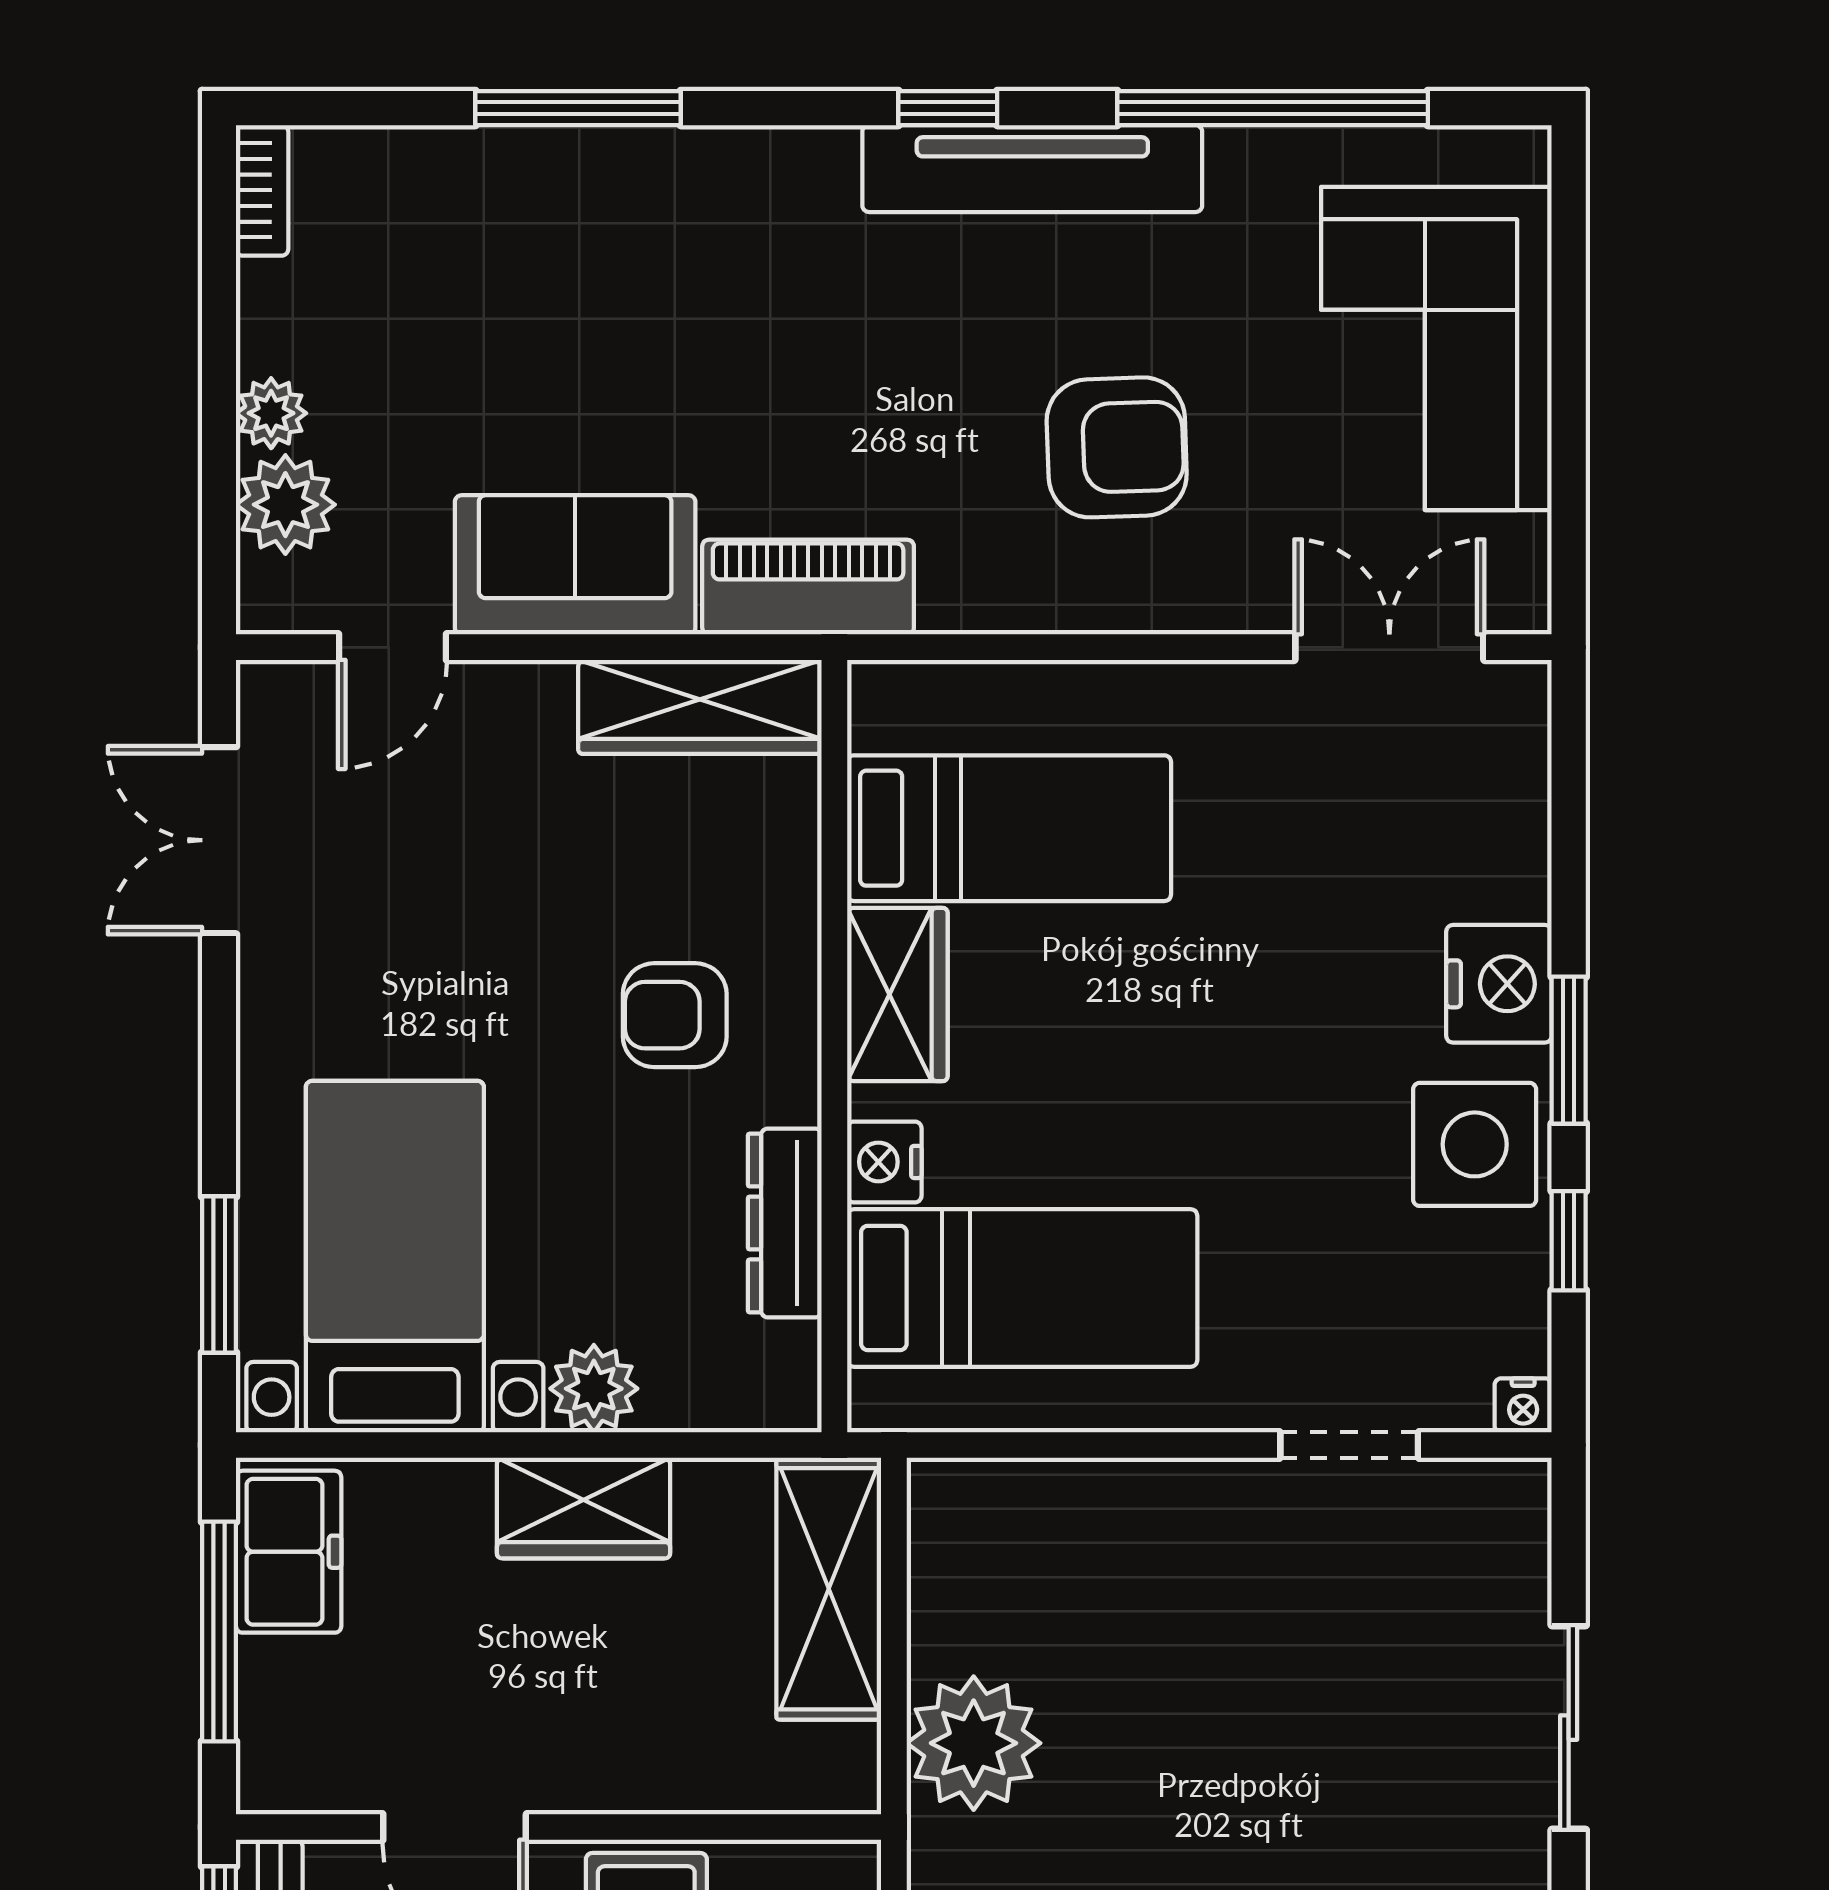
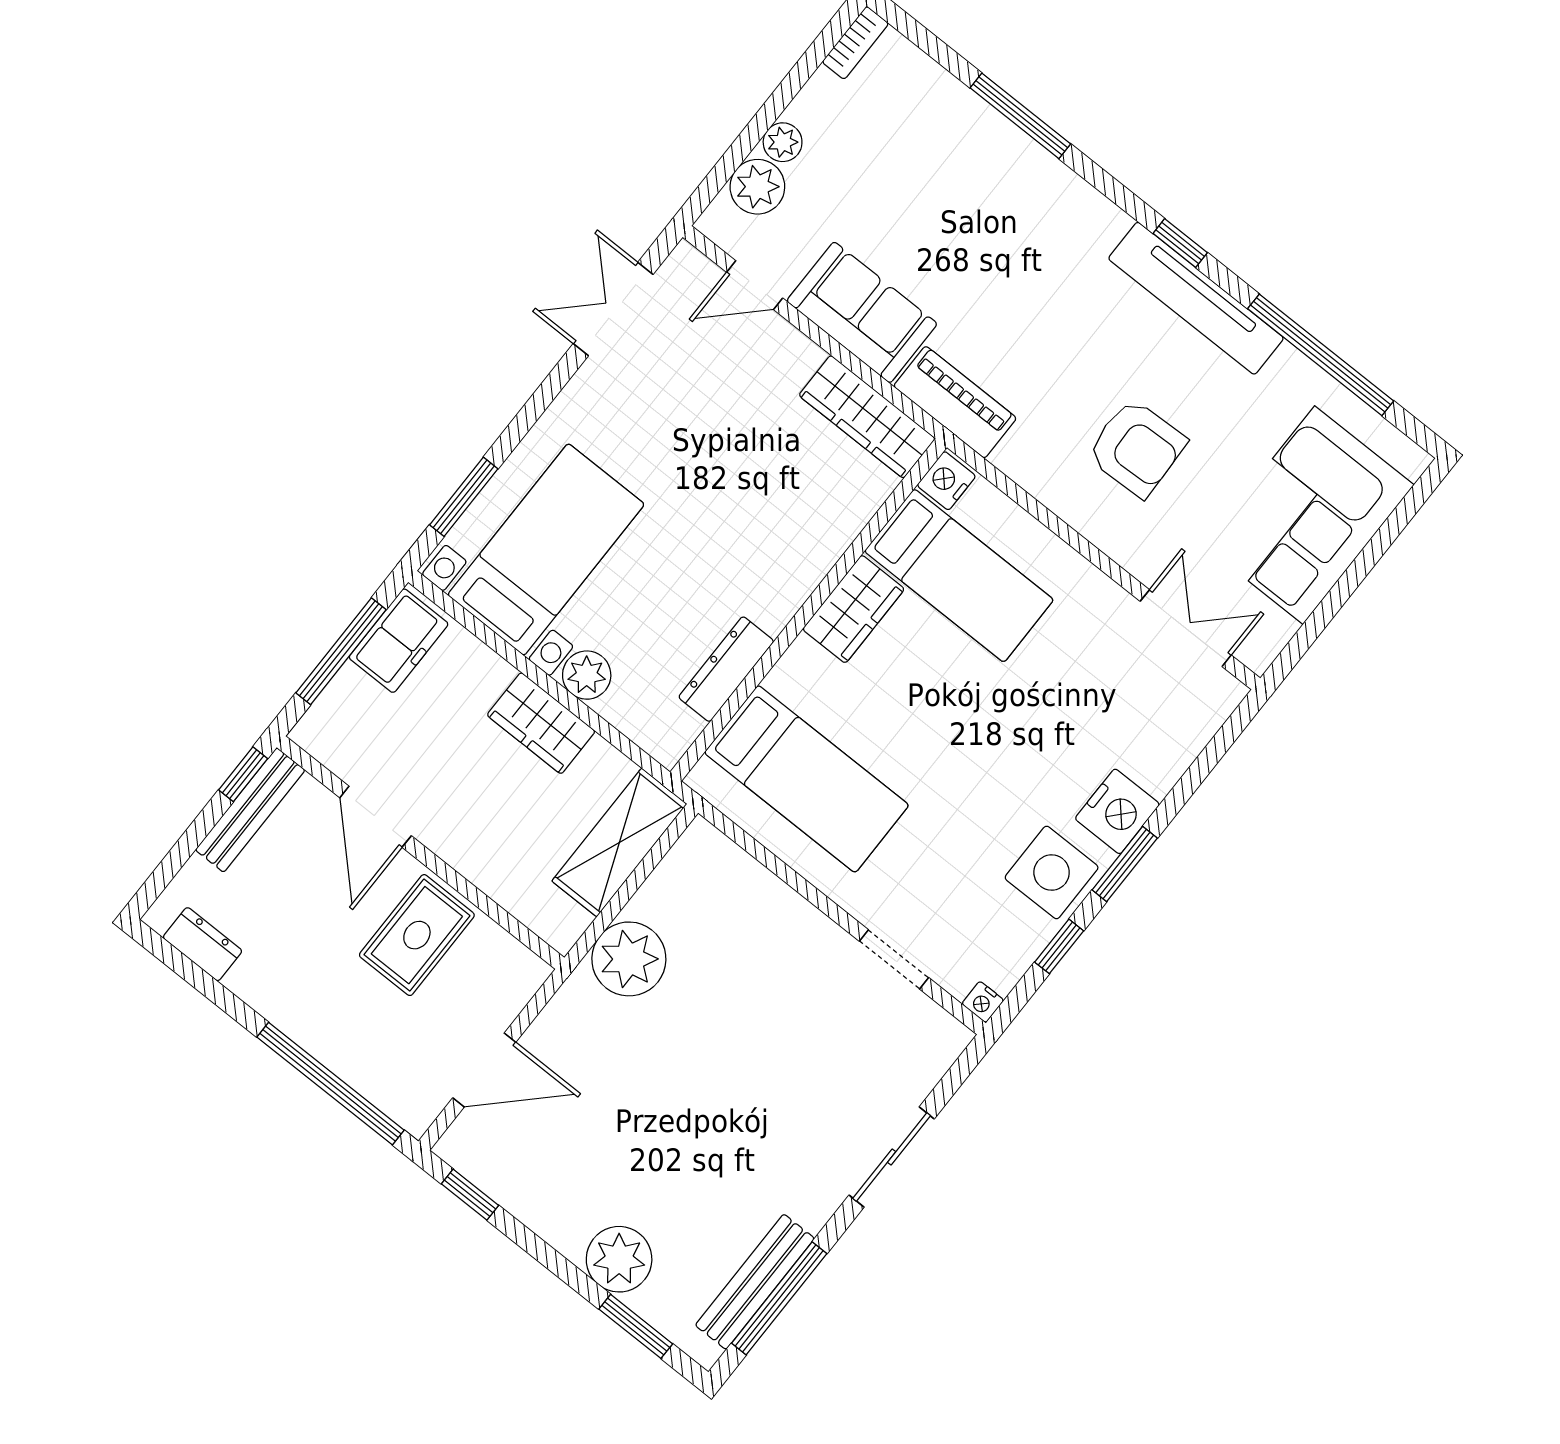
armchair: (675, 1015) -> (750, 541), removed
nightstand: (884, 1162) -> (946, 481), moved

